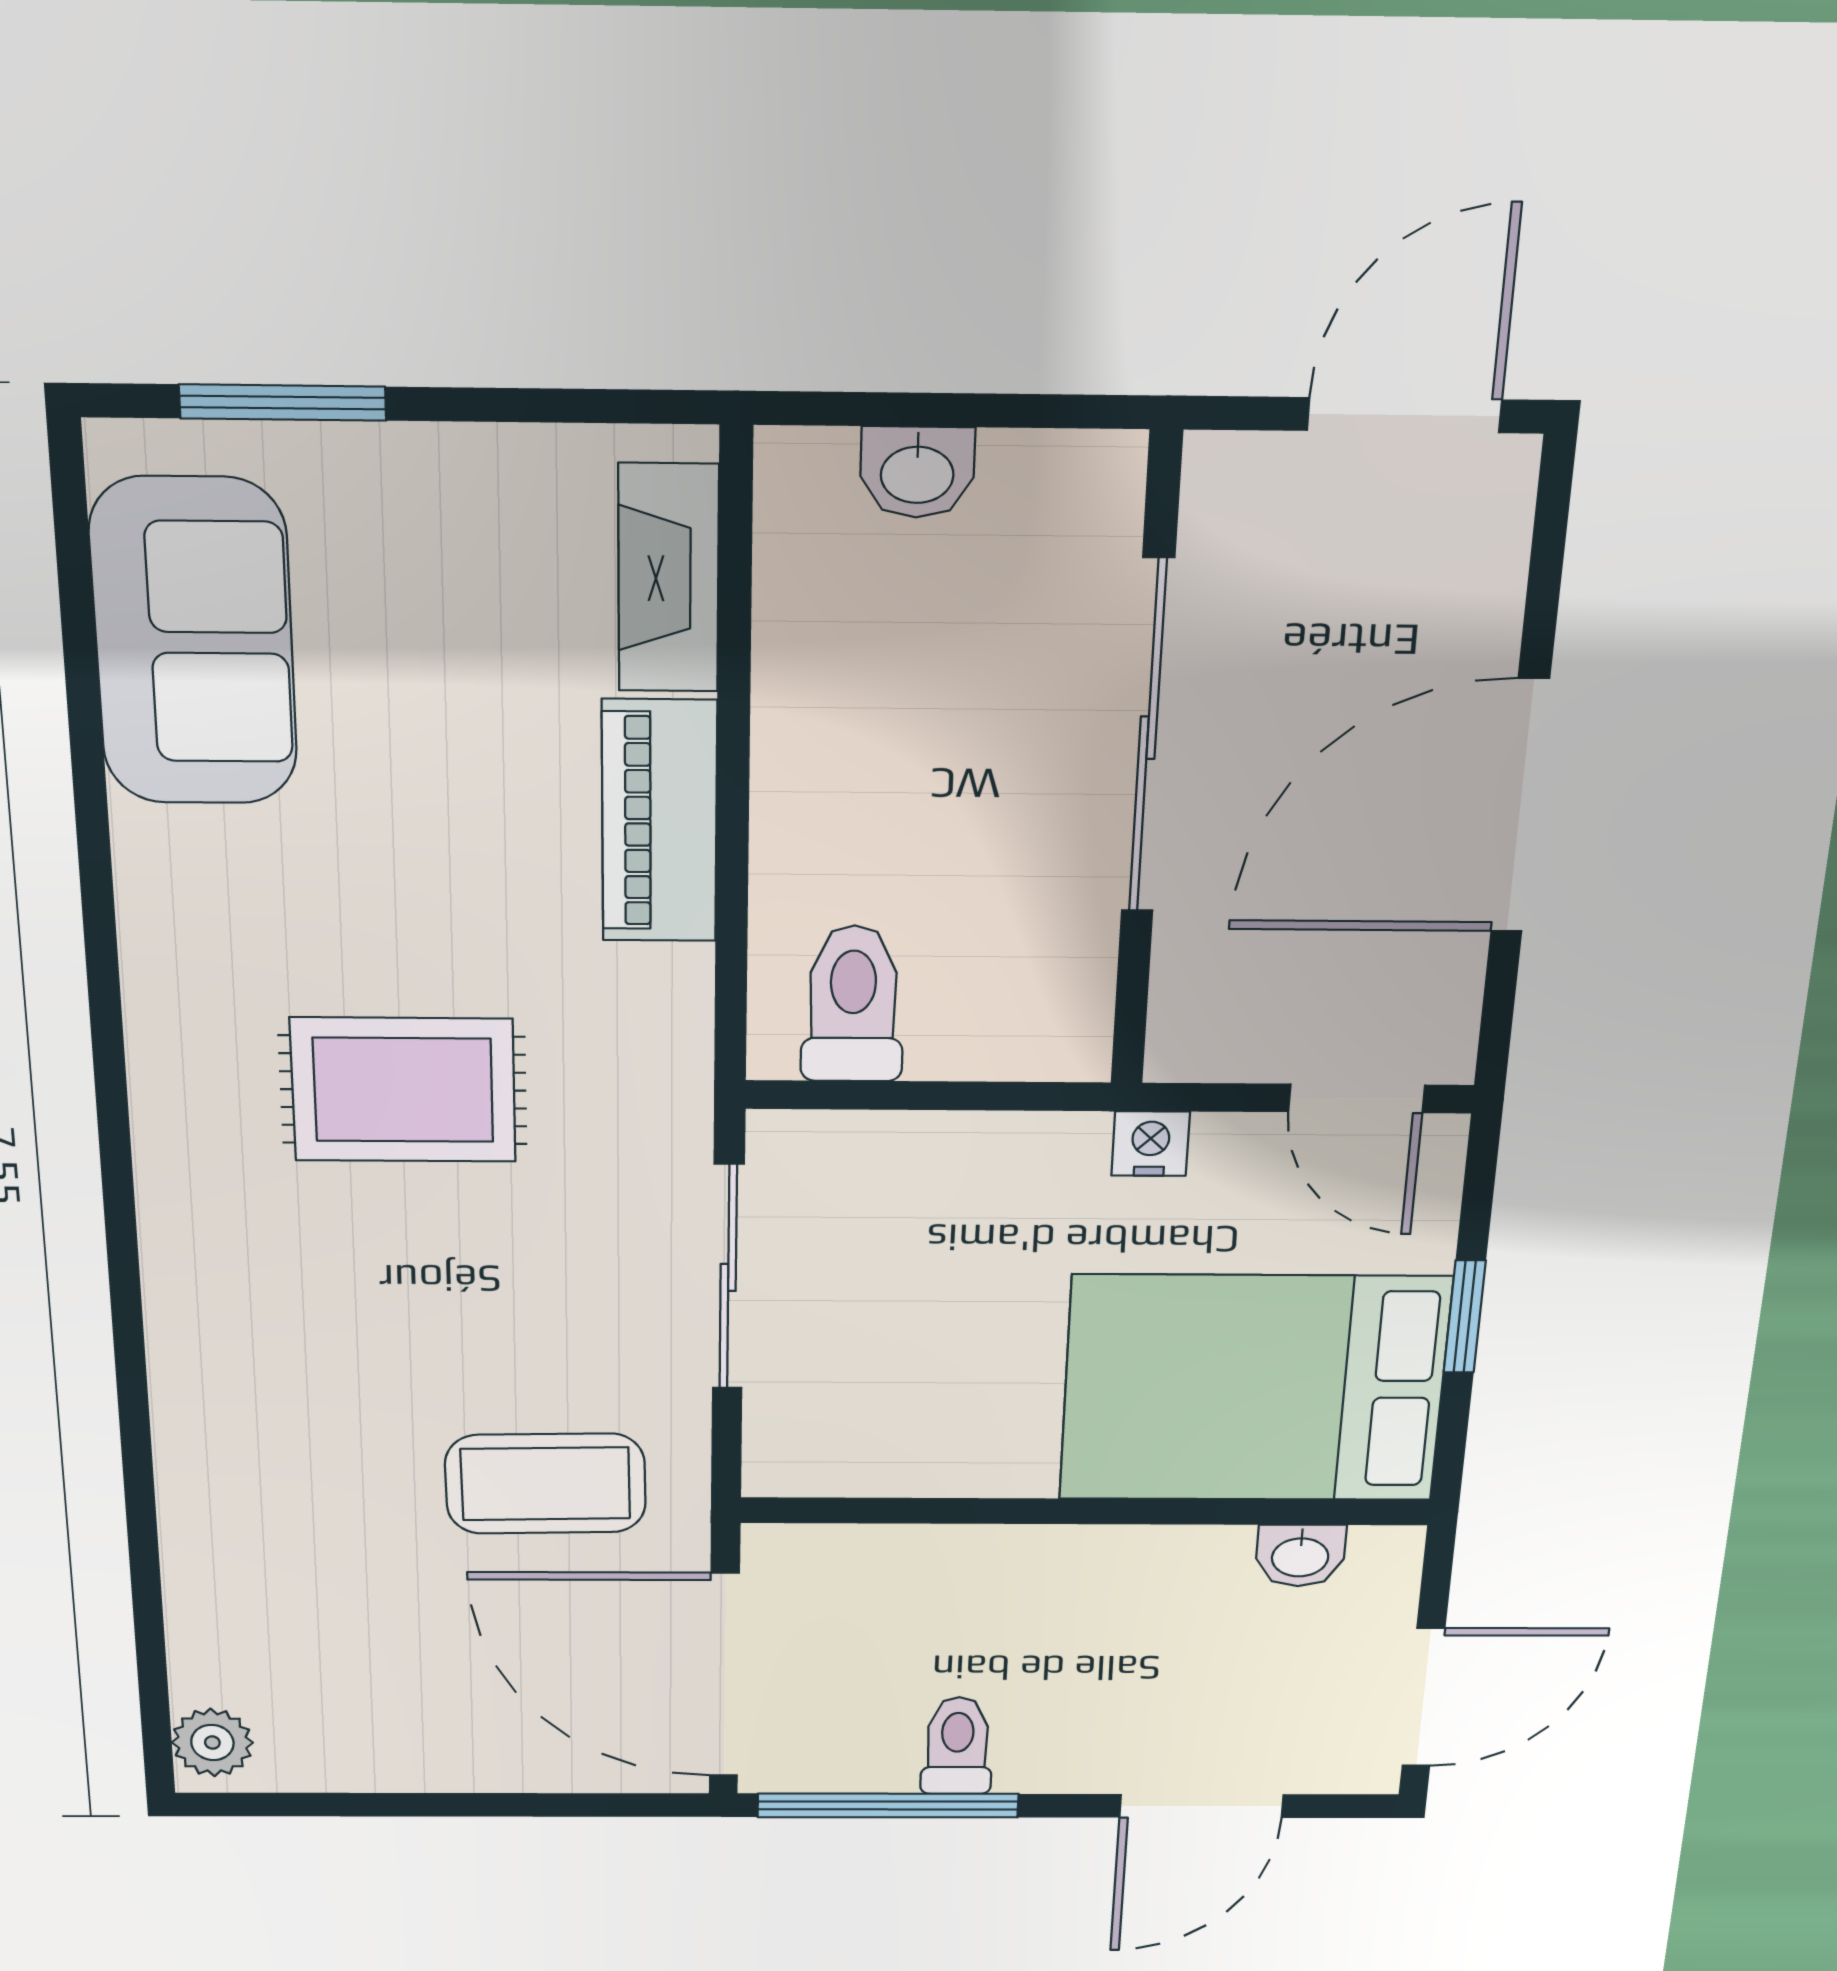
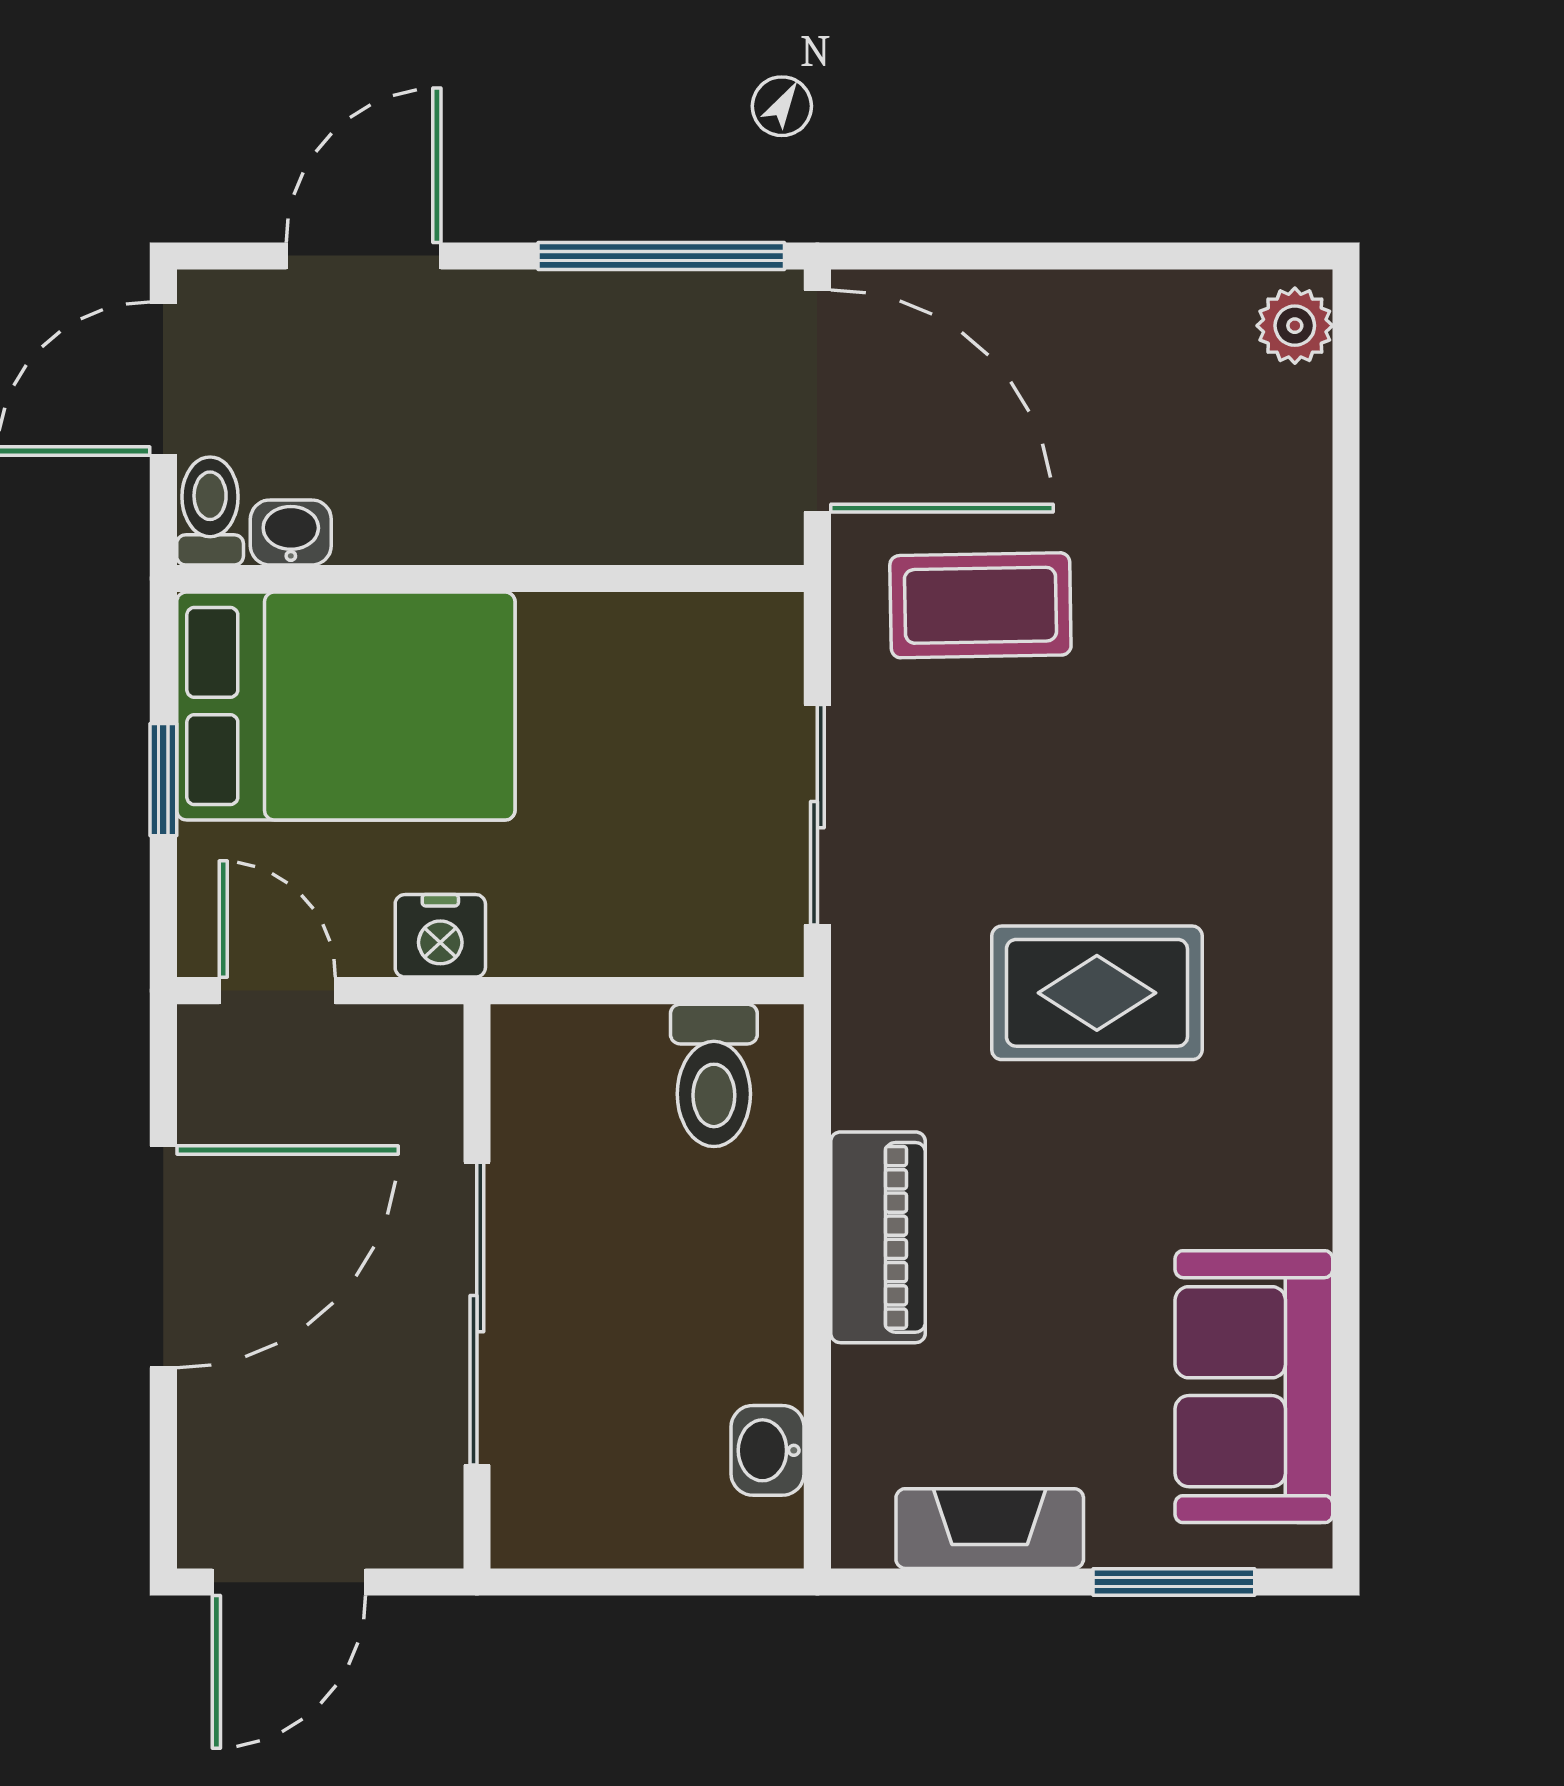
washbasin: (917, 472) -> (768, 1450), moved, turned -90
fireplace: (668, 578) -> (990, 1529), moved, turned -90
nightstand: (1151, 1144) -> (440, 936), width x1.39, depth x1.35
toilet: (957, 1746) -> (210, 511), moved, turned 180

